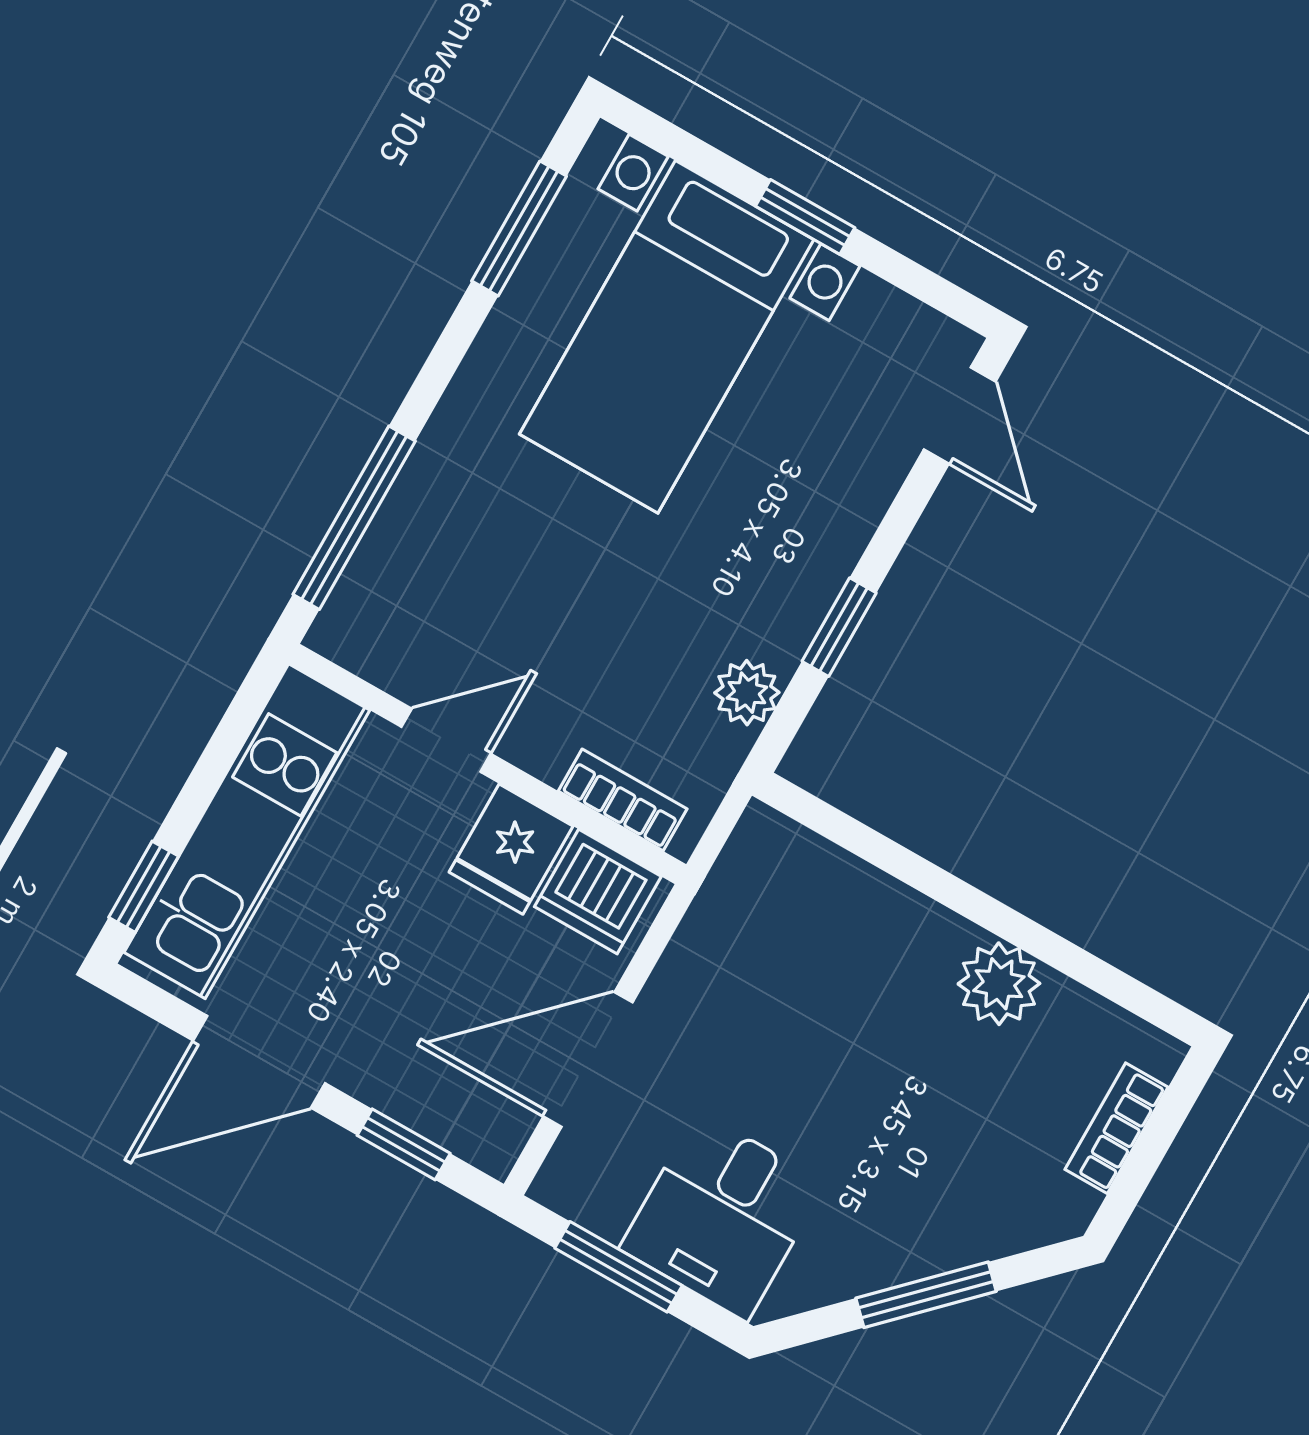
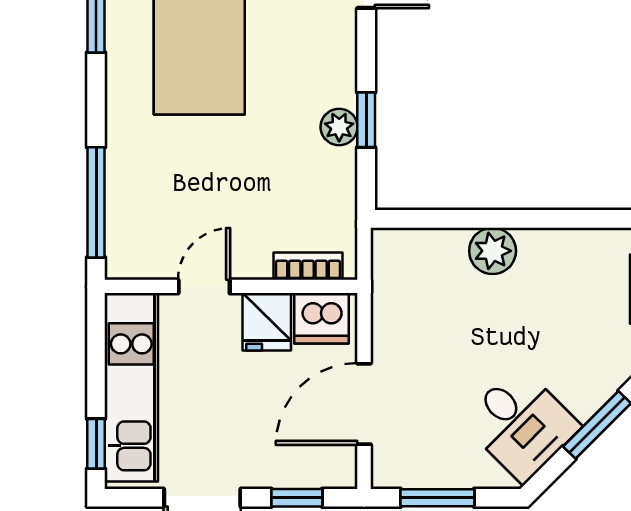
plant: (747, 693) -> (339, 127), moved
plant: (999, 984) -> (493, 251), moved
desk: (722, 1216) -> (521, 424), moved, turned -45

